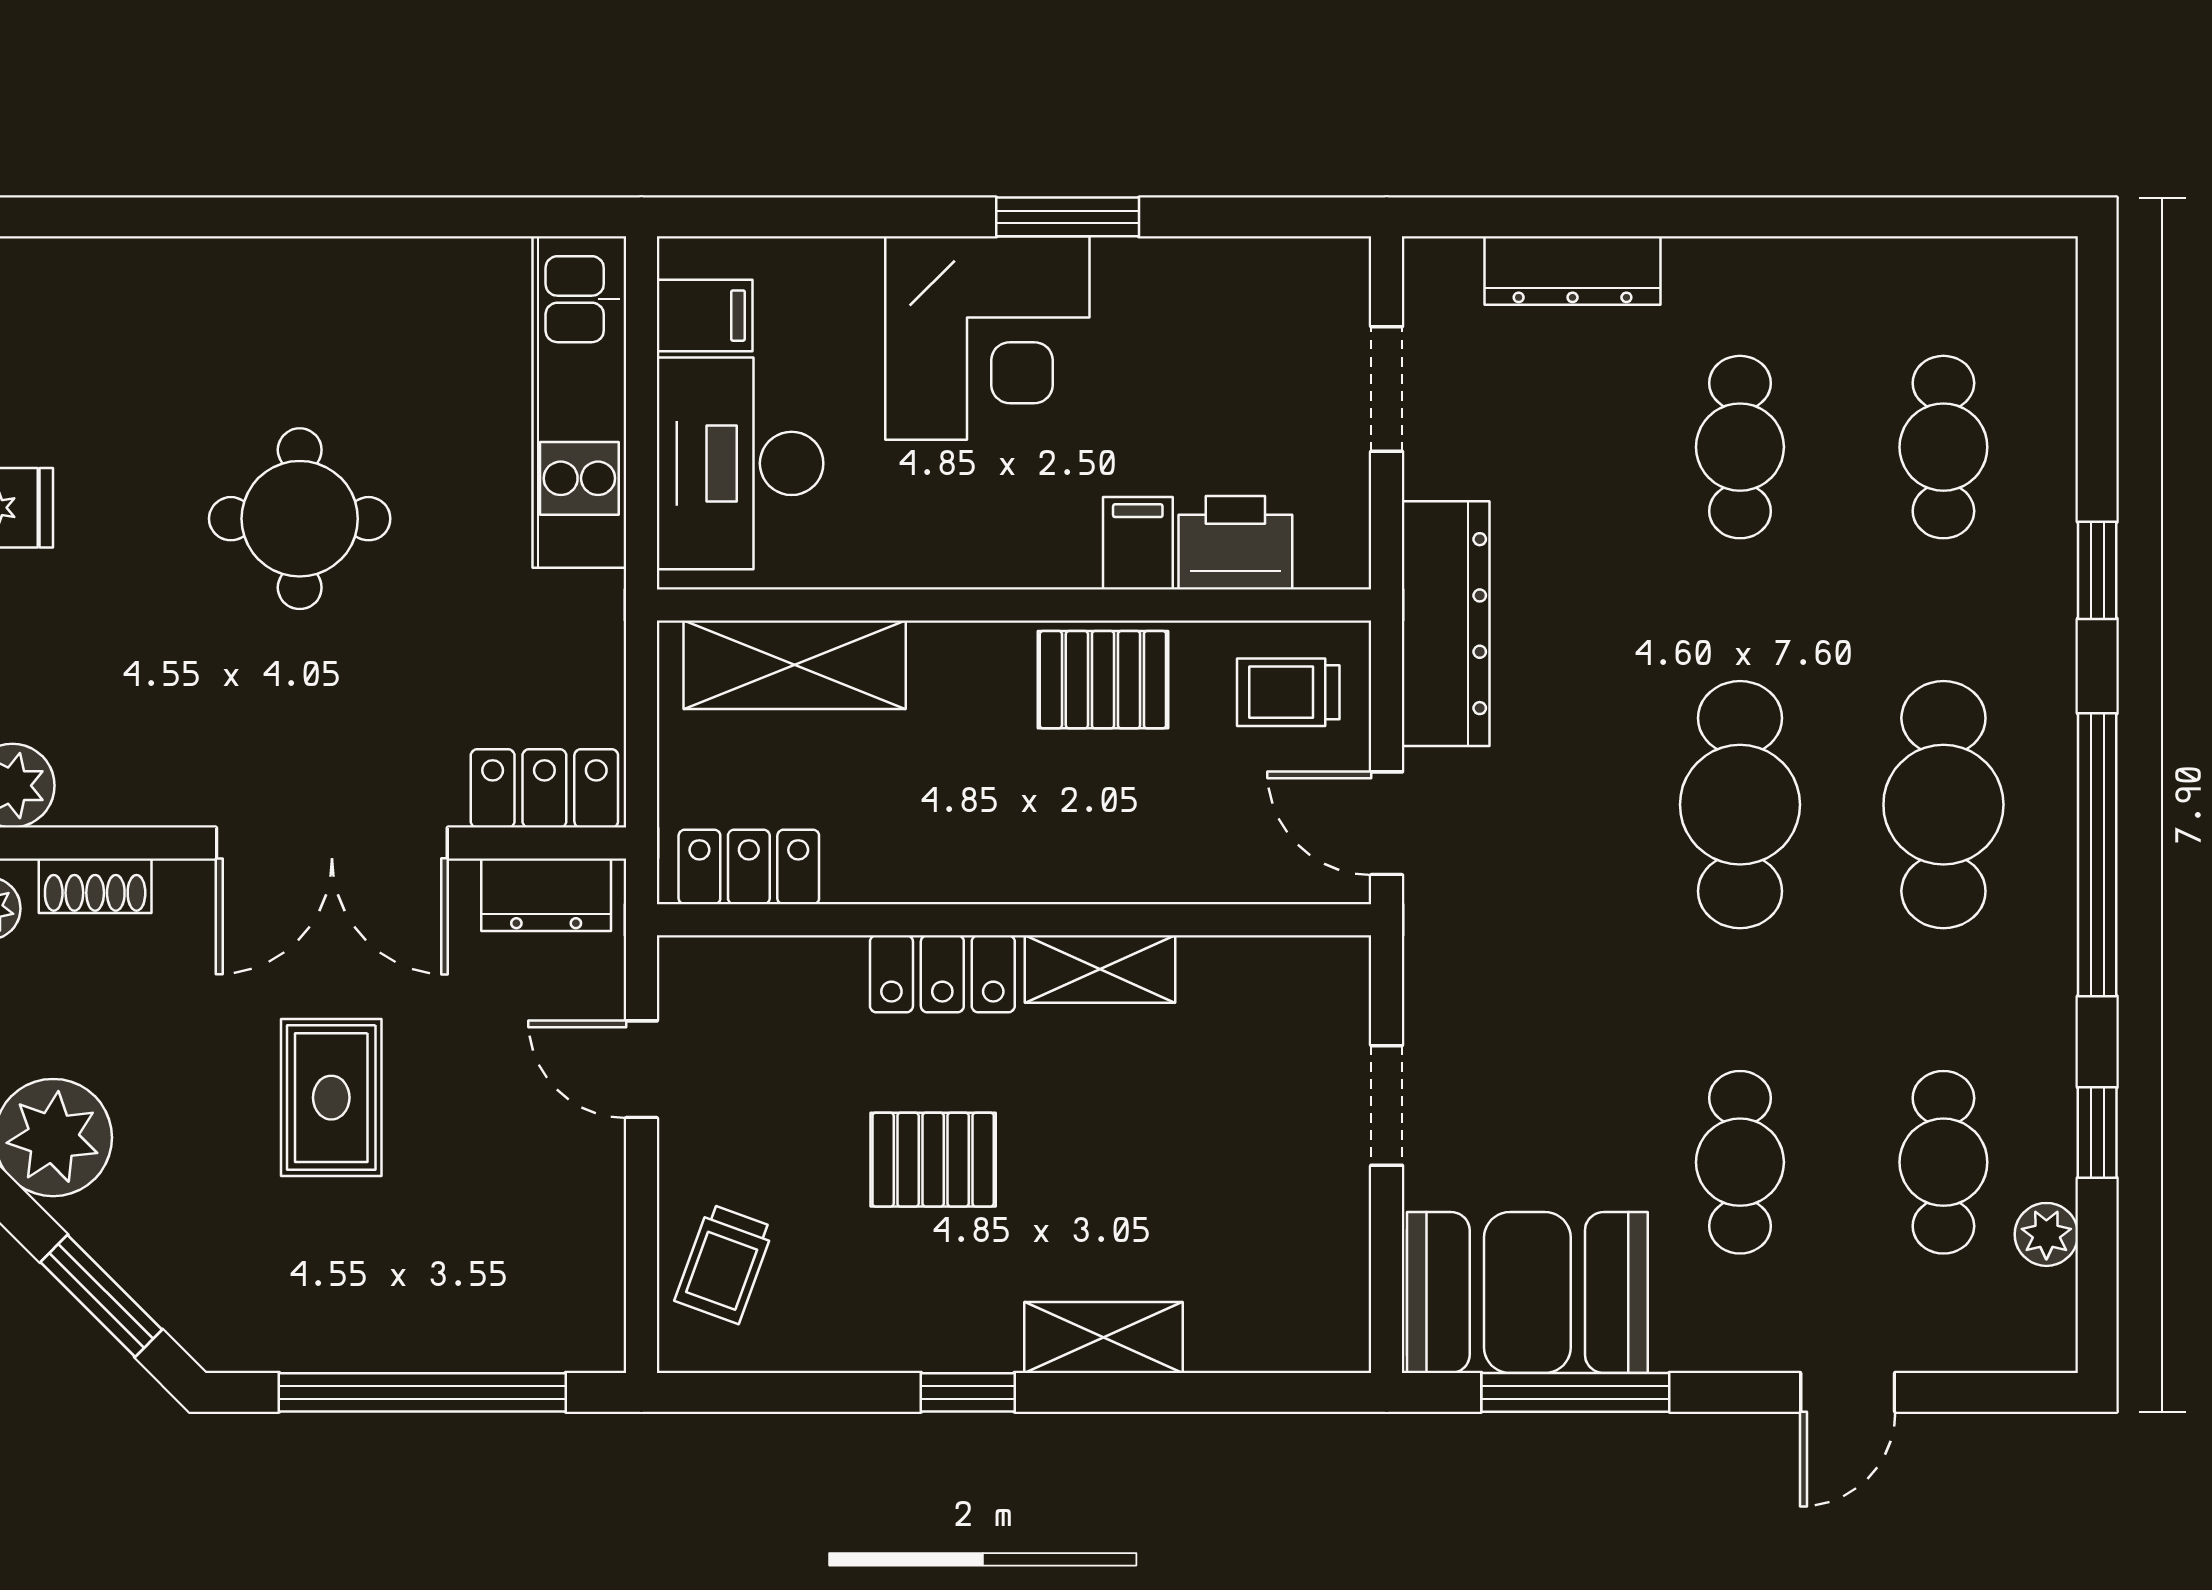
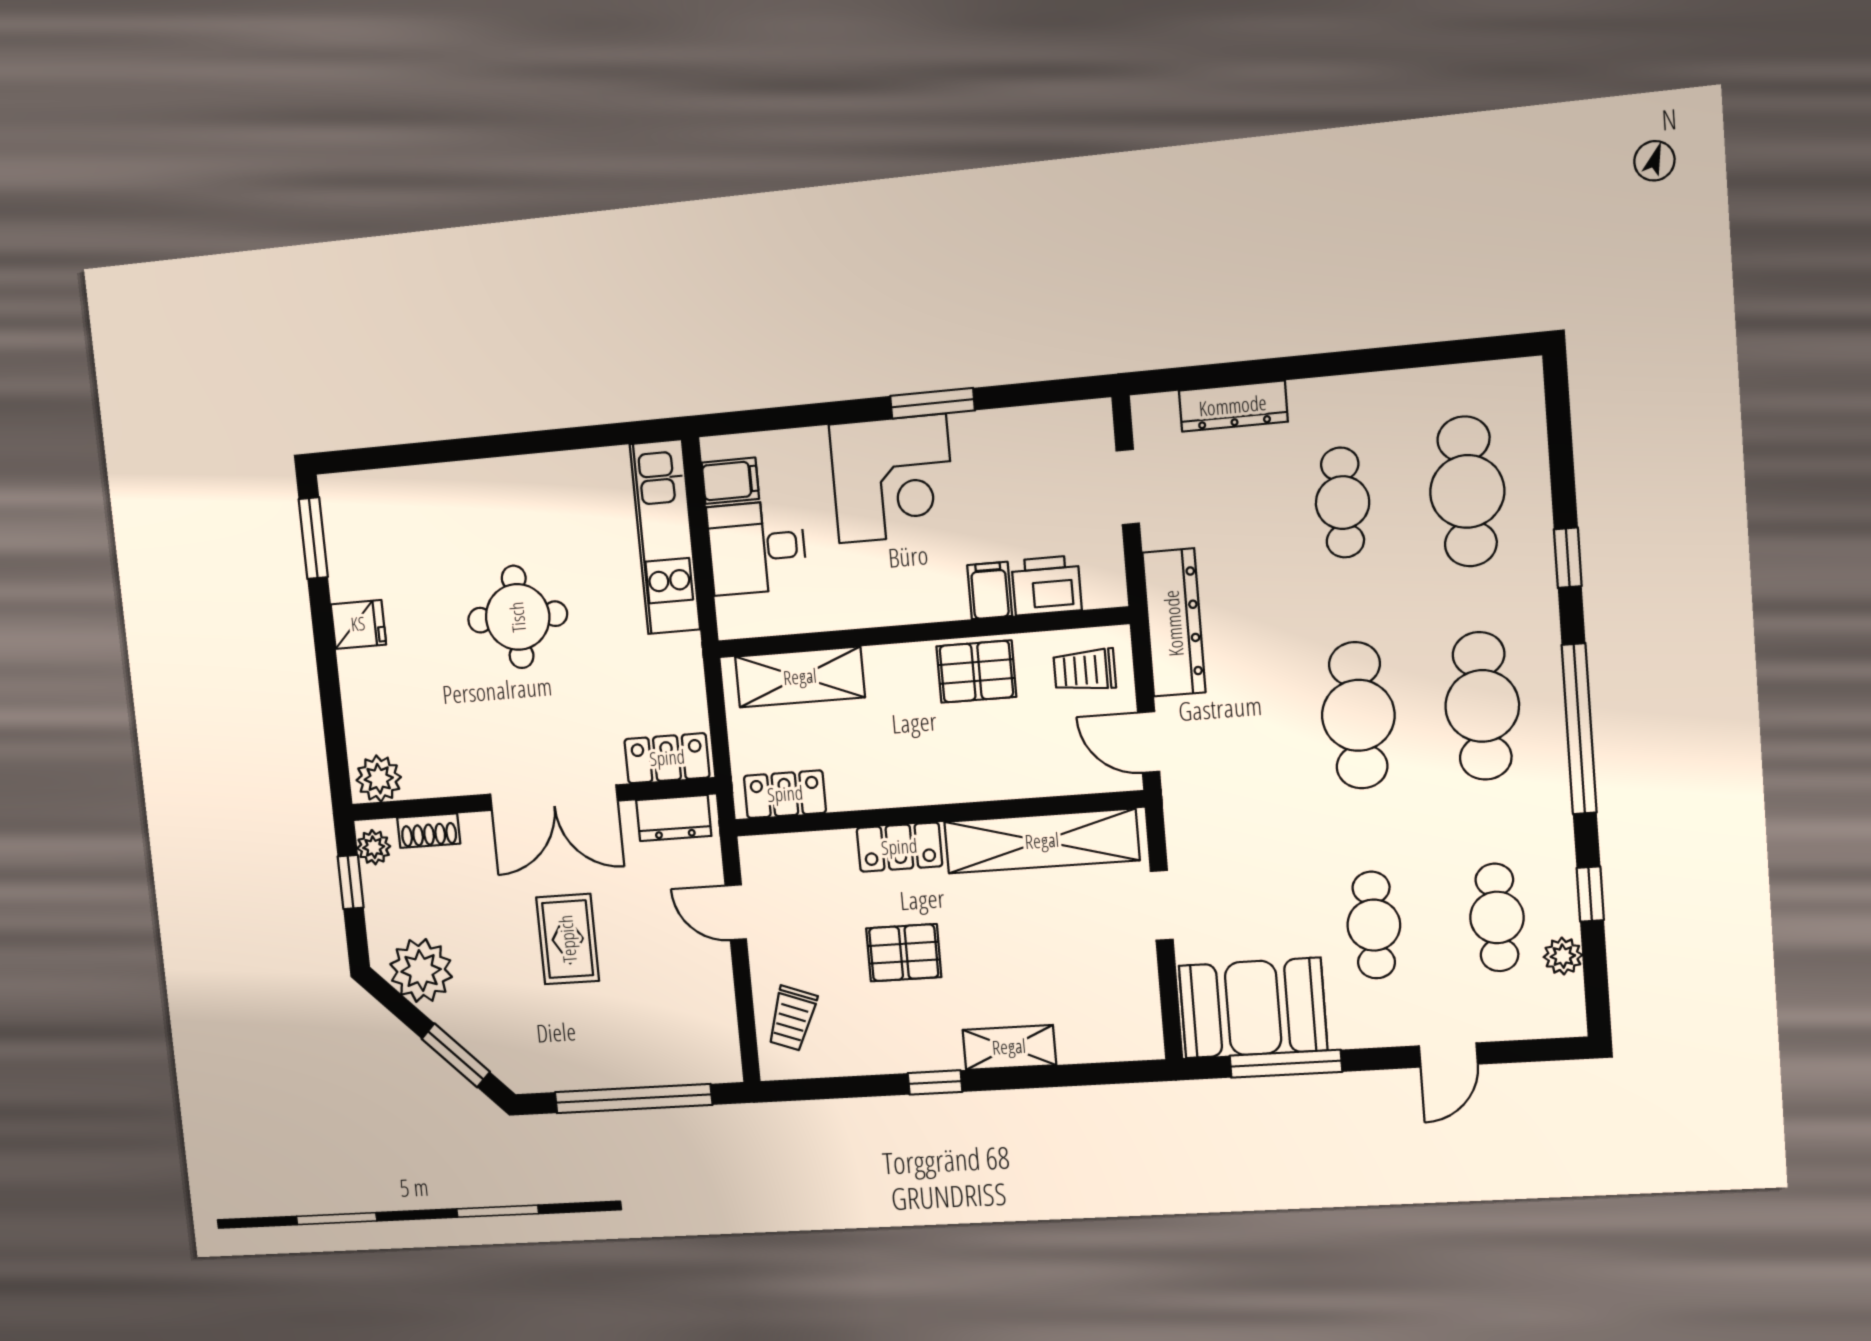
cafe table: (1943, 447) -> (1467, 491), width x1.37, depth x1.35
desk: (740, 463) -> (757, 548), width x0.73
shelving: (1100, 969) -> (1042, 841), width x2.20, depth x1.33

